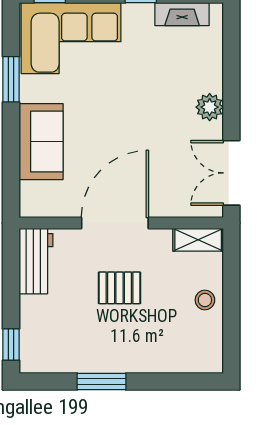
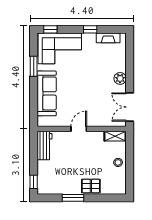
sofa: (41, 142) -> (47, 93), width x1.36
door: (115, 223) -> (79, 129), width x0.53
pallet: (119, 288) -> (91, 186), moved

